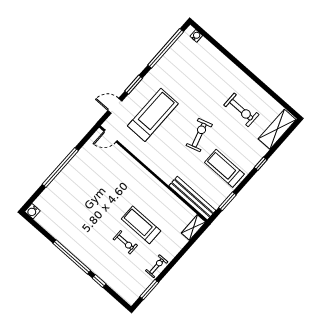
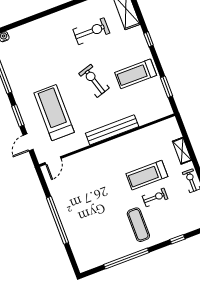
bench: (192, 198) -> (112, 130), moved
water cooler: (32, 211) -> (84, 266), removed
shelving: (193, 227) -> (182, 151), moved
exercise mat: (94, 240) -> (138, 225), added
window: (72, 257) -> (126, 259), moved

